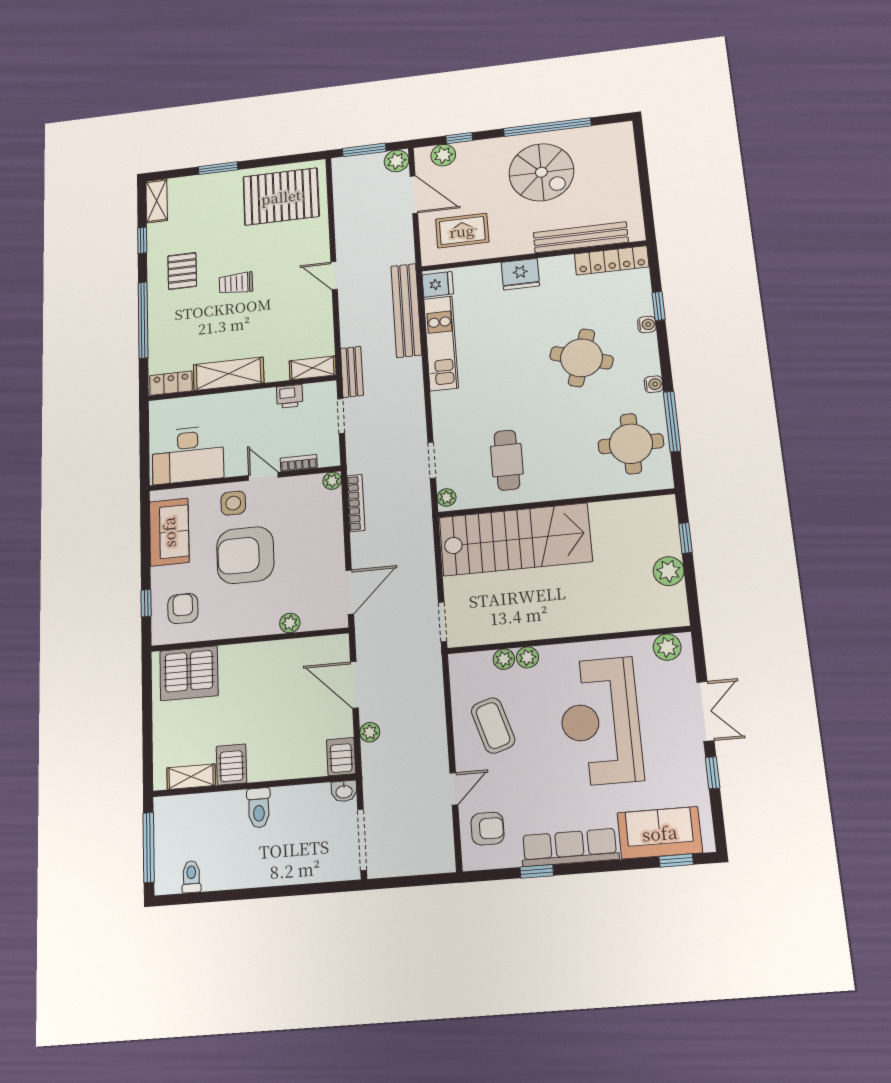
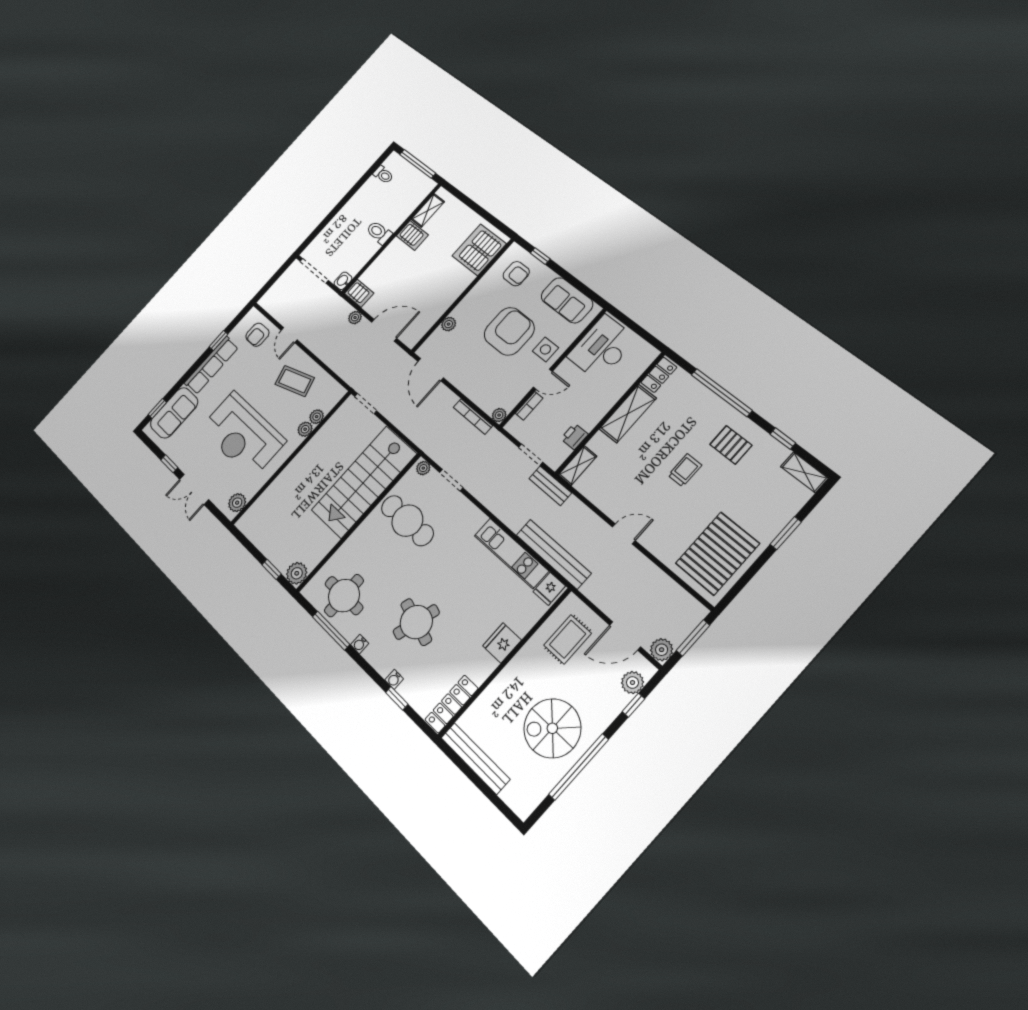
bench: (581, 237) -> (475, 758), moved, turned 90
cafe table: (507, 460) -> (407, 521), width x1.37, depth x1.35
plant: (669, 571) -> (297, 573), moved
reception desk: (600, 721) -> (243, 435), turned 180

